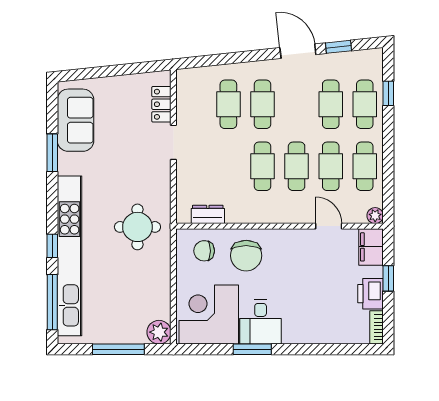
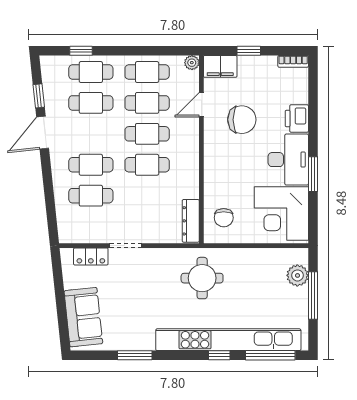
sofa: (76, 120) -> (83, 317), moved, turned 84
dresser: (208, 214) -> (191, 221), width x1.44
chair: (246, 256) -> (242, 120), moved
printer: (371, 294) -> (297, 118), moved, turned 90
desk: (261, 322) -> (288, 160), width x1.37
plant: (159, 332) -> (297, 275), moved

